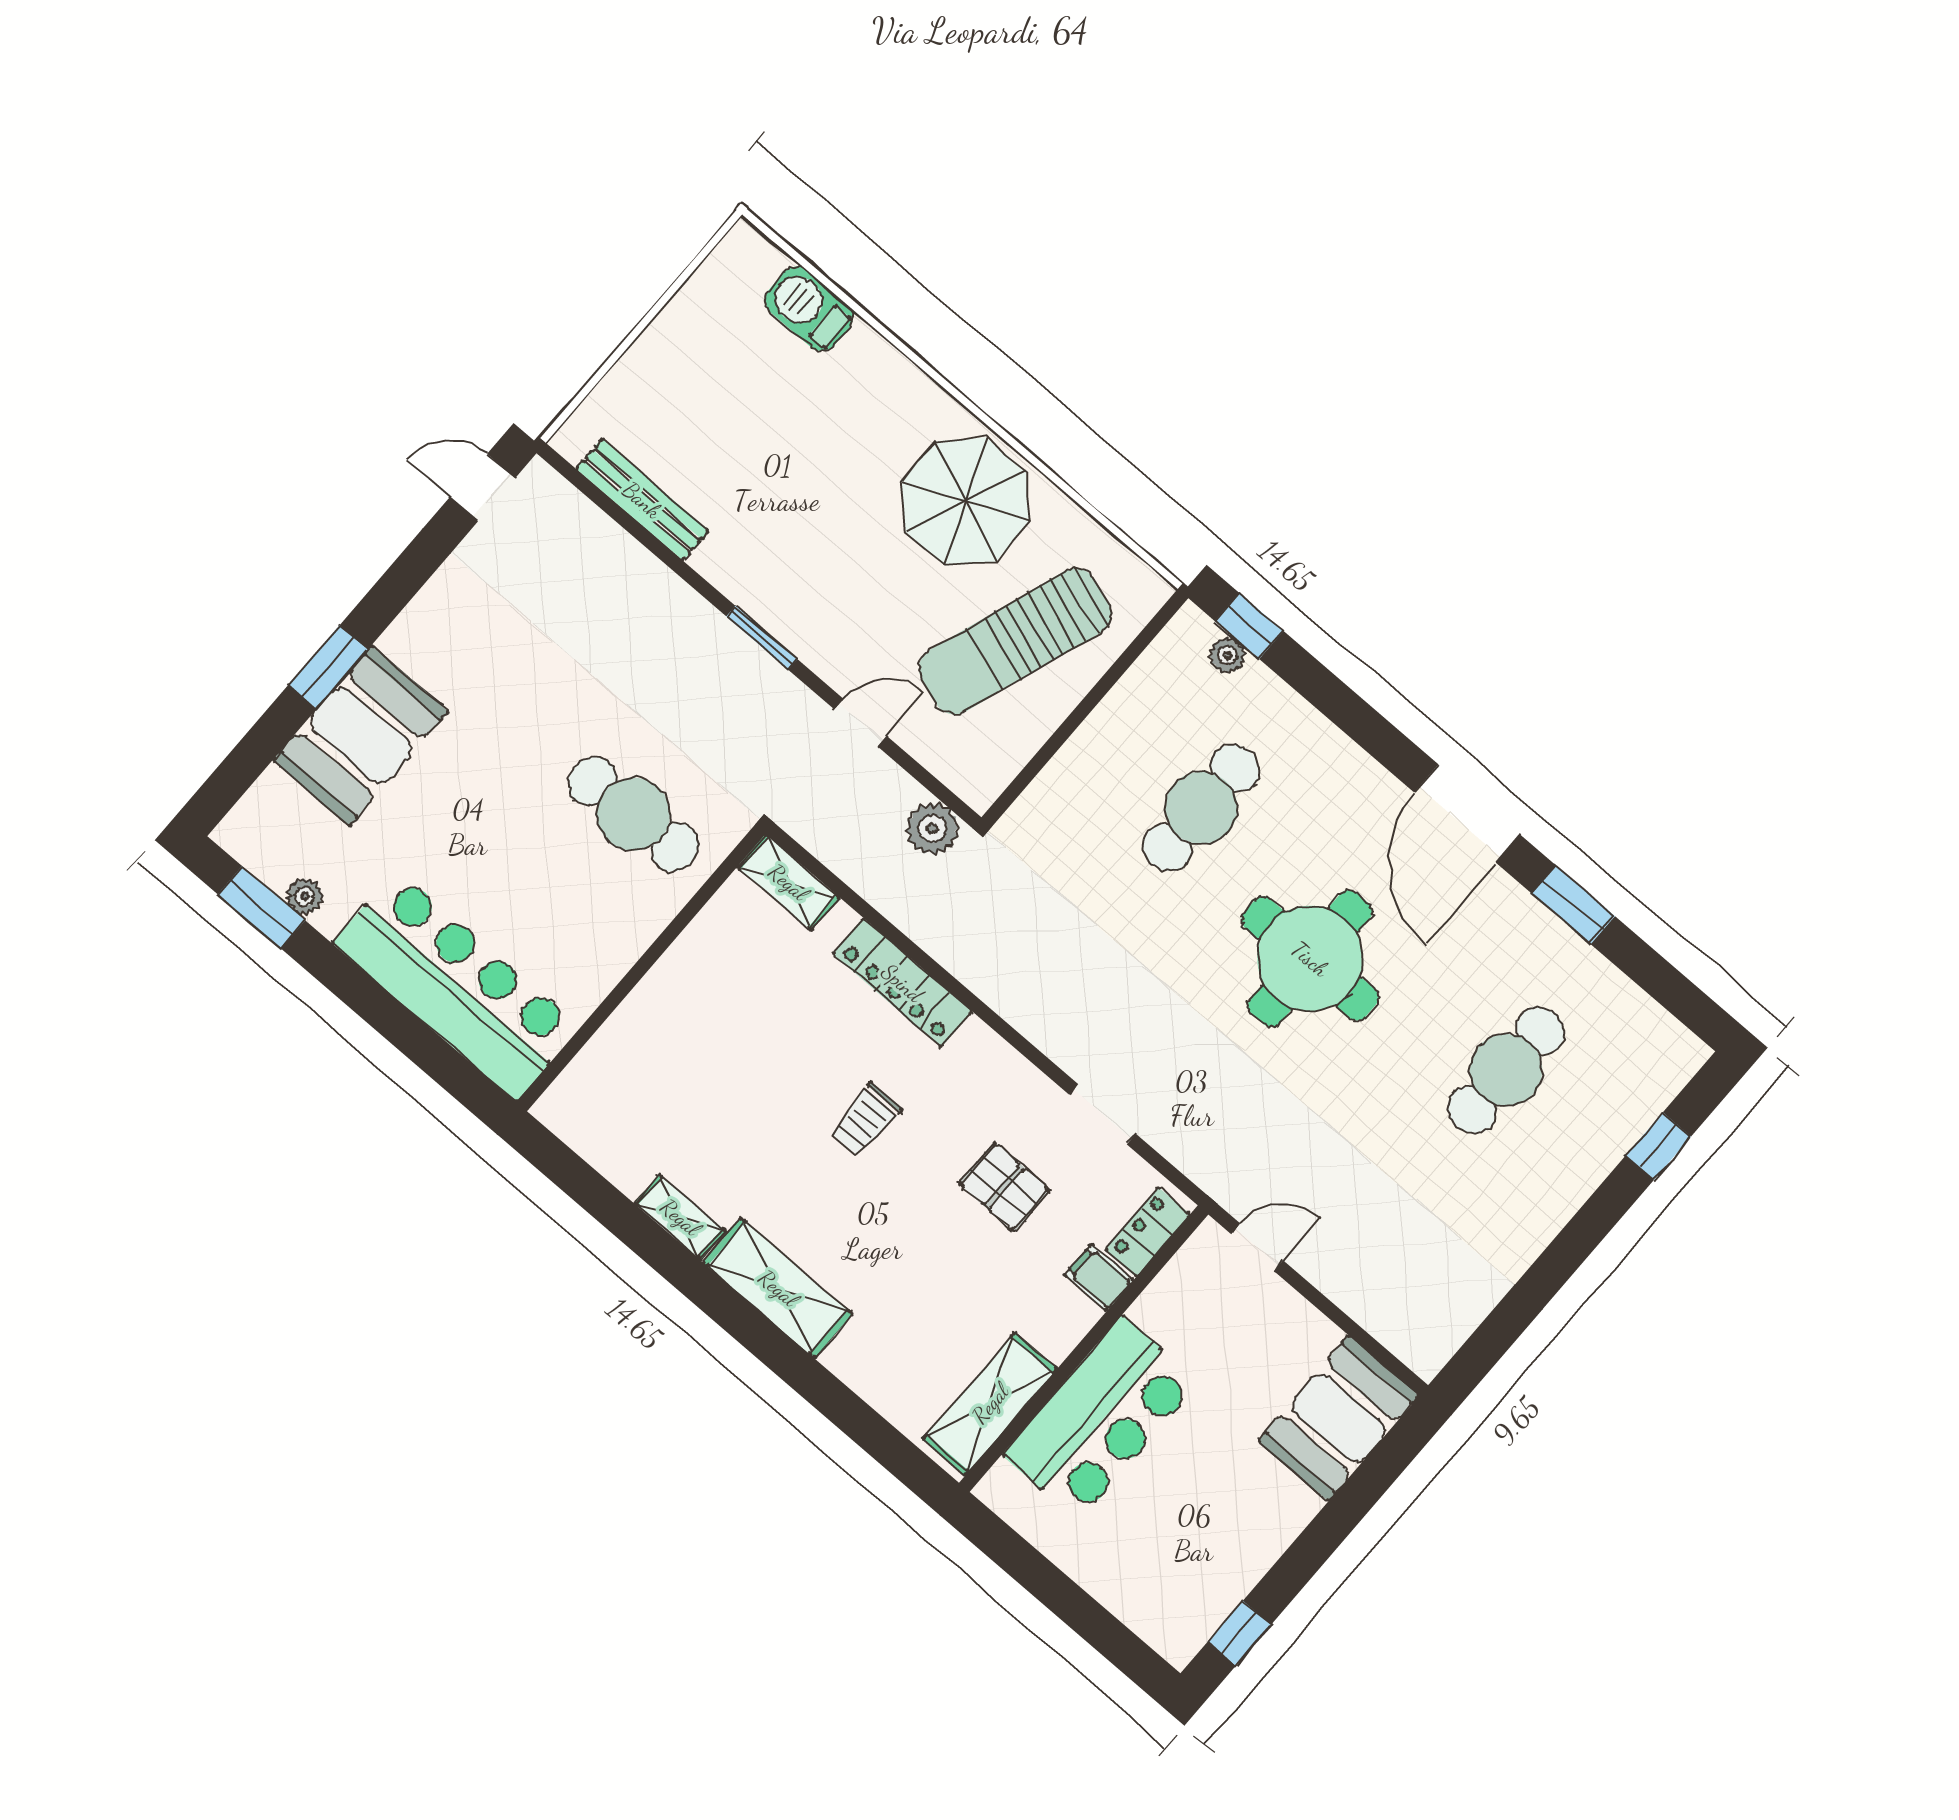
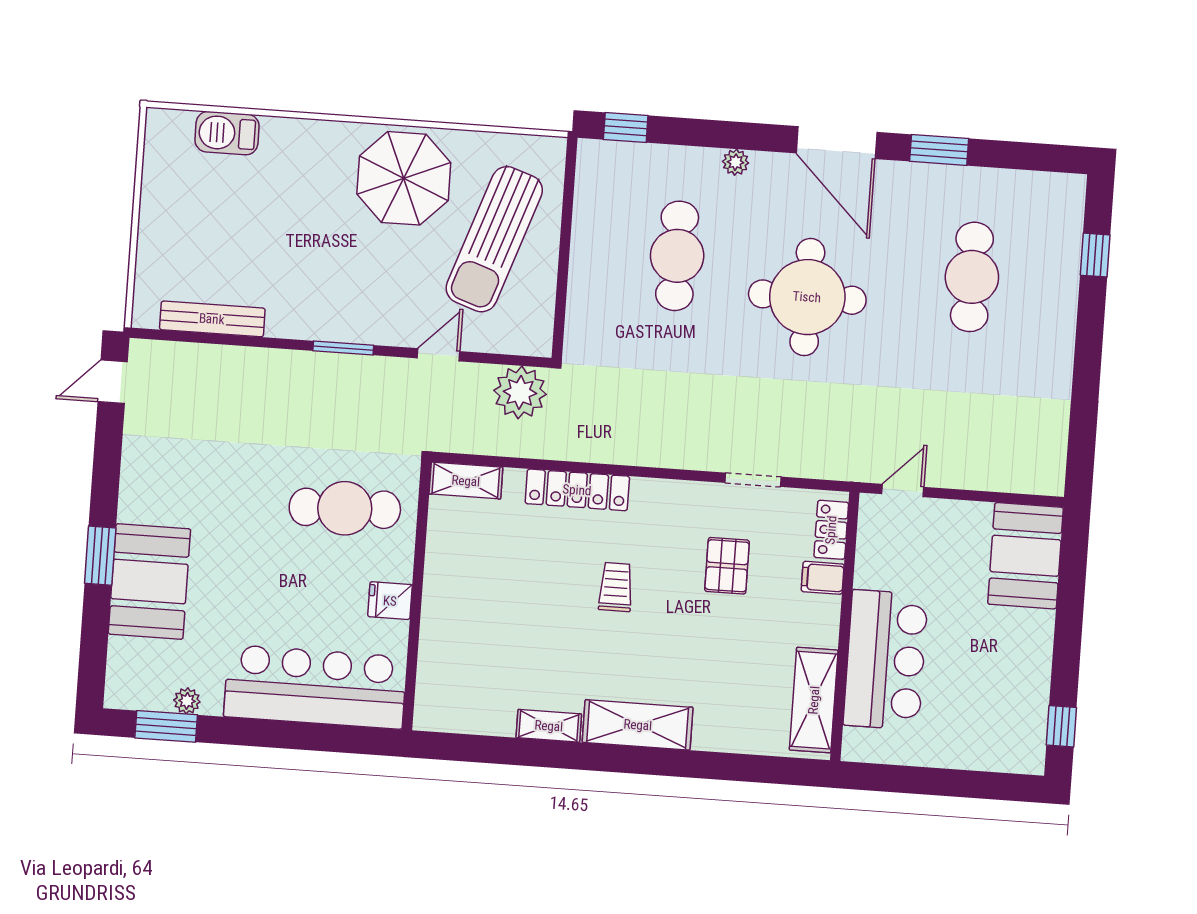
plant: (1227, 655) -> (736, 162), moved
plant: (932, 829) -> (520, 392), width x1.36, depth x1.36
fridge: (608, 952) -> (390, 601), added
trolley: (866, 1120) -> (616, 587), turned 180
pallet: (1004, 1187) -> (727, 566), turned 90

